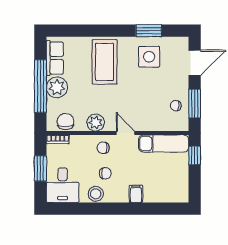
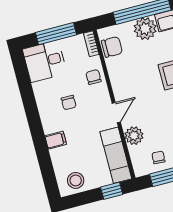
plant: (96, 123) -> (134, 136), moved
chair: (103, 148) -> (93, 77), moved
window: (40, 169) -> (56, 34), width x1.44
stool: (96, 194) -> (76, 180), moved

